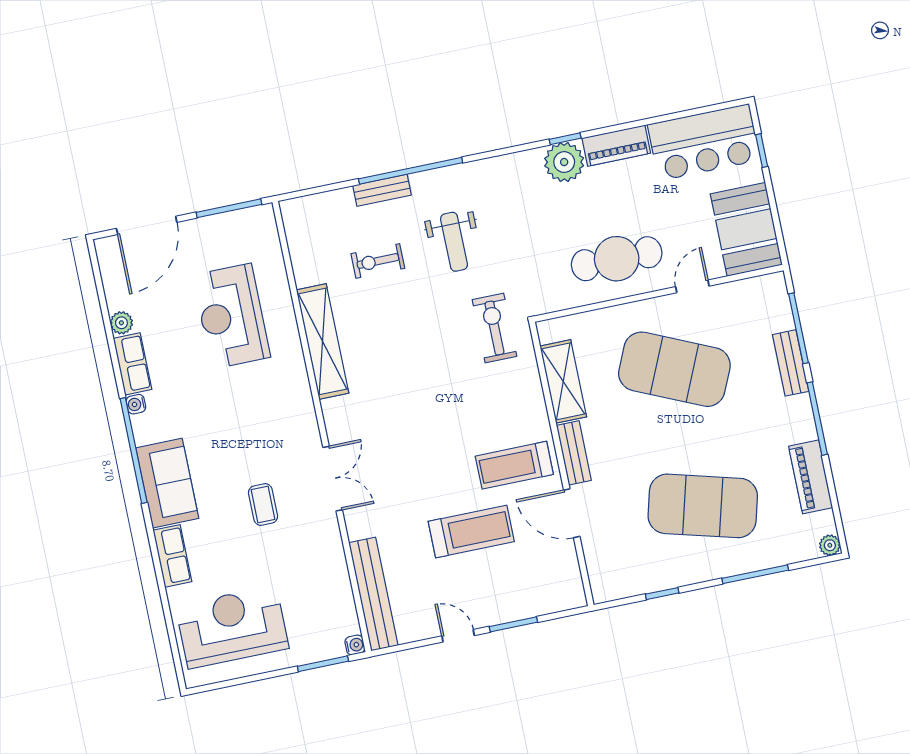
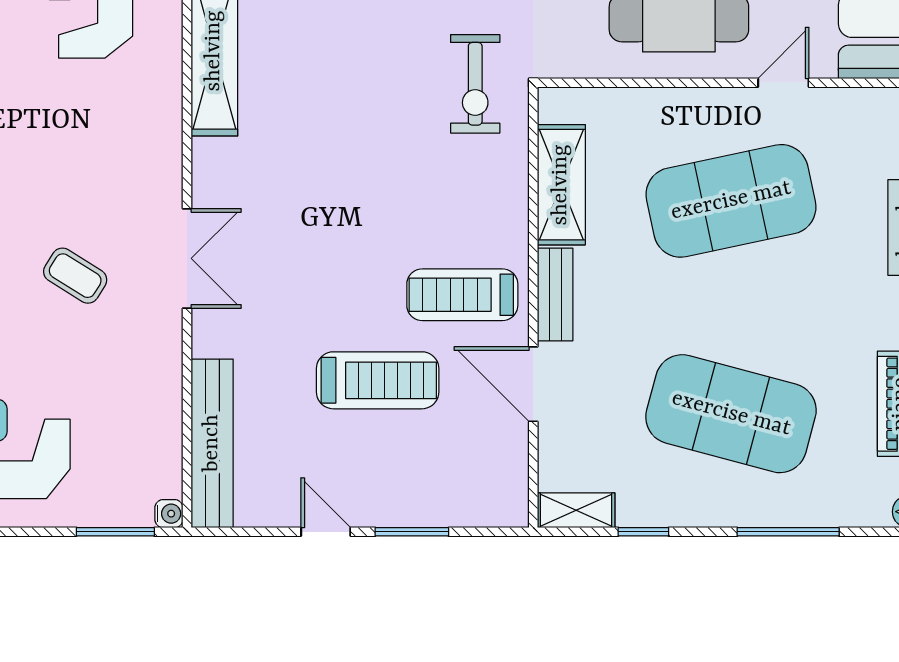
exercise bike: (494, 328) -> (475, 84), turned 180
exercise mat: (674, 369) -> (731, 201), turned -36
coffee table: (263, 505) -> (75, 276), turned -58
shelving: (616, 589) -> (576, 510), added

